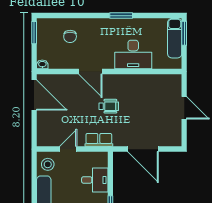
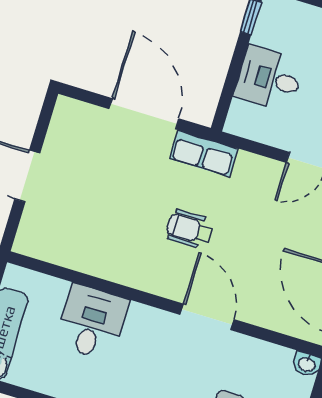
desk: (133, 54) -> (92, 322), width x0.73
row of seats: (99, 140) -> (204, 154), moved

